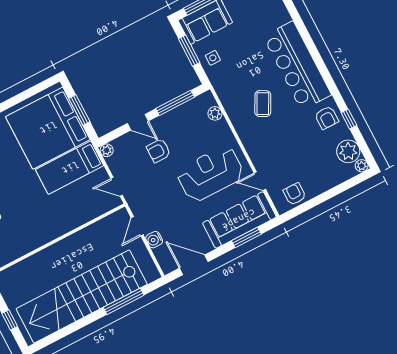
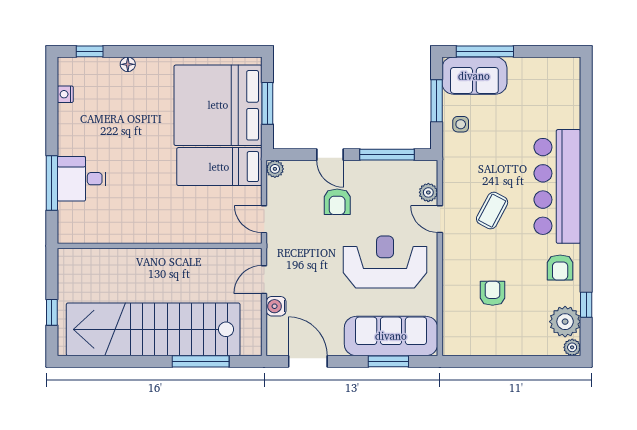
window: (349, 119) -> (586, 305), moved
armchair: (159, 151) -> (337, 202), turned -90
door: (260, 181) -> (440, 219), moved
armchair: (295, 194) -> (493, 293), moved

